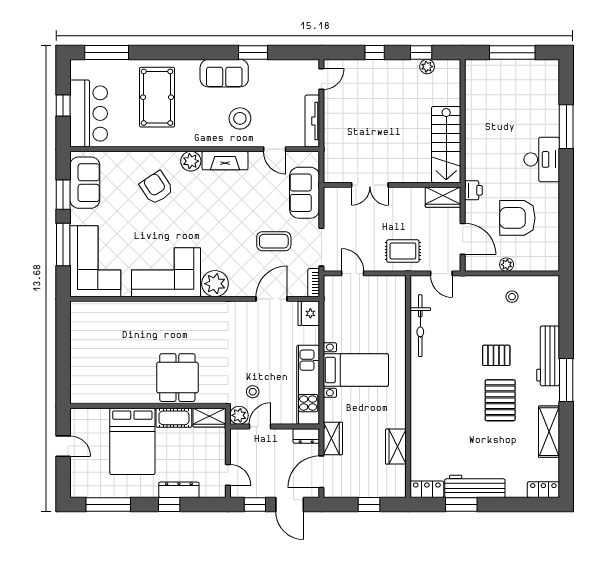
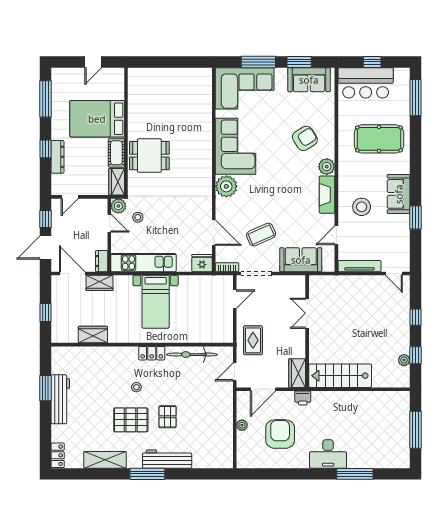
coffee table: (274, 241) -> (261, 235), turned 66
stool: (512, 297) -> (136, 387), moved
locker: (427, 489) -> (152, 353), moved, turned 90

